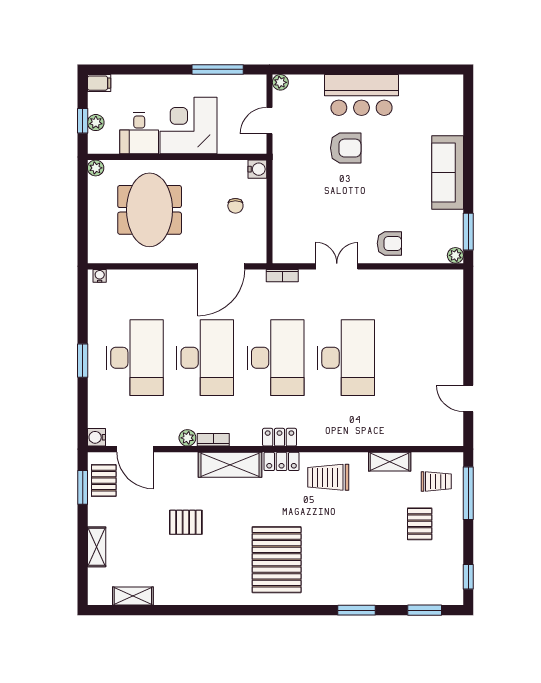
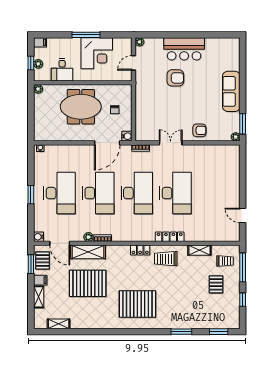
window: (218, 69) -> (86, 35), moved
corner desk: (189, 125) -> (97, 53), moved, turned 180
water cooler: (257, 169) -> (127, 136), moved
meeting table: (150, 210) -> (81, 107), moved, turned 90
locker: (280, 437) -> (170, 237), moved, width x1.53
shelving: (230, 465) -> (88, 252), moved
filing cabinet: (100, 516) -> (40, 280), added
pallet: (186, 522) -> (88, 283), width x2.05, depth x2.00
pallet: (277, 560) -> (137, 304), turned 90
window: (468, 577) -> (243, 300), moved

